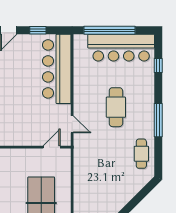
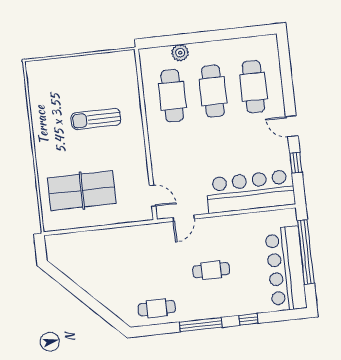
window: (158, 66) -> (248, 319), moved
cafe table: (116, 107) -> (211, 270), width x0.73, depth x0.74

